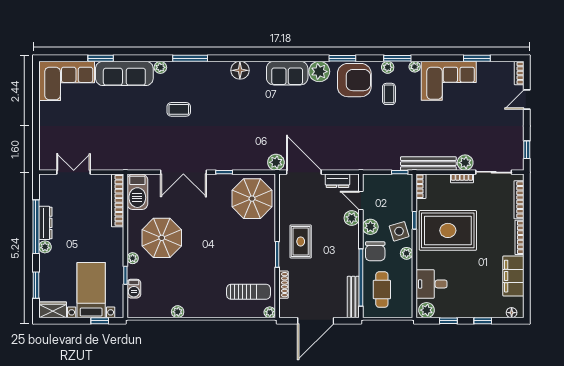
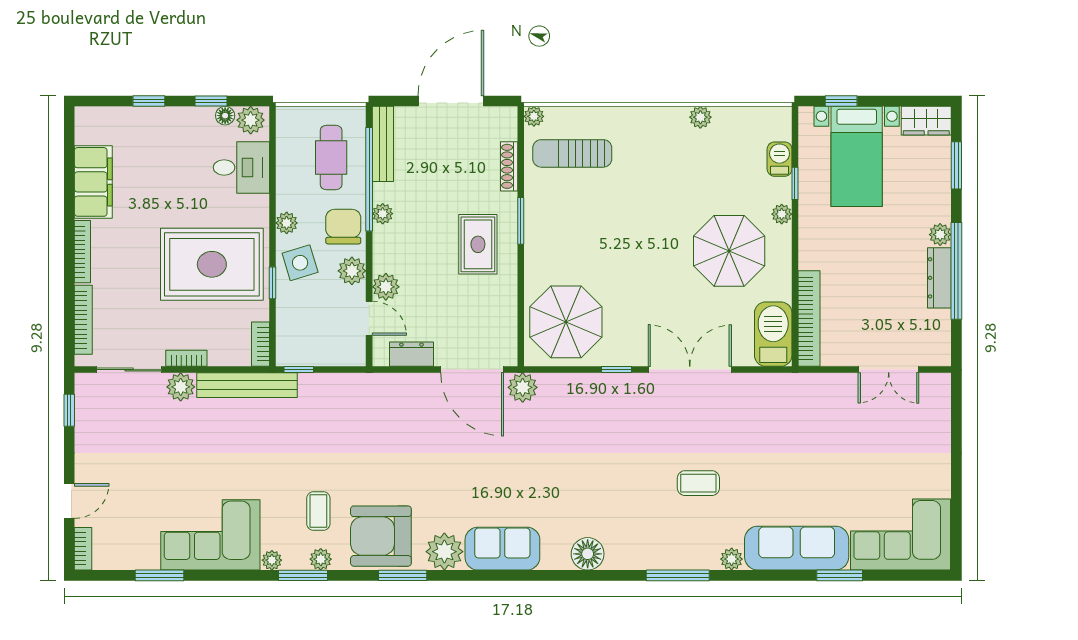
plant: (353, 258) -> (383, 214), added
floor lamp: (512, 313) -> (225, 116), moved

